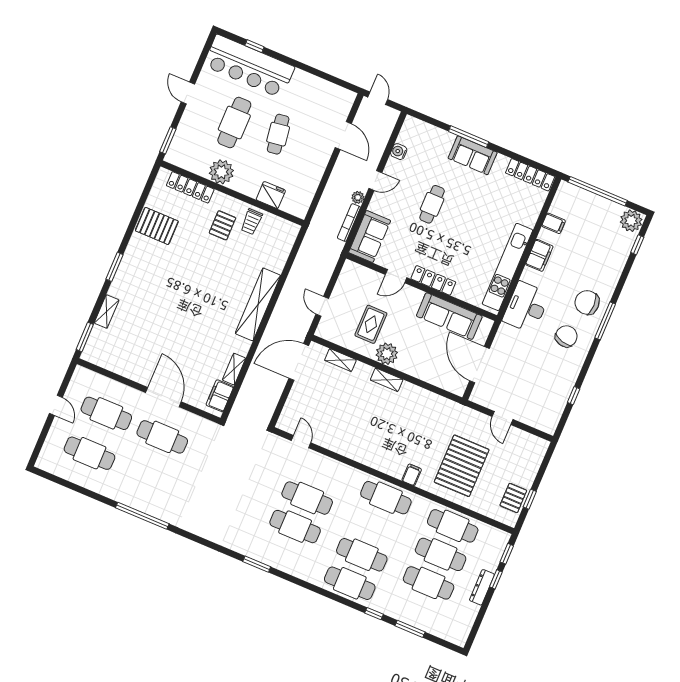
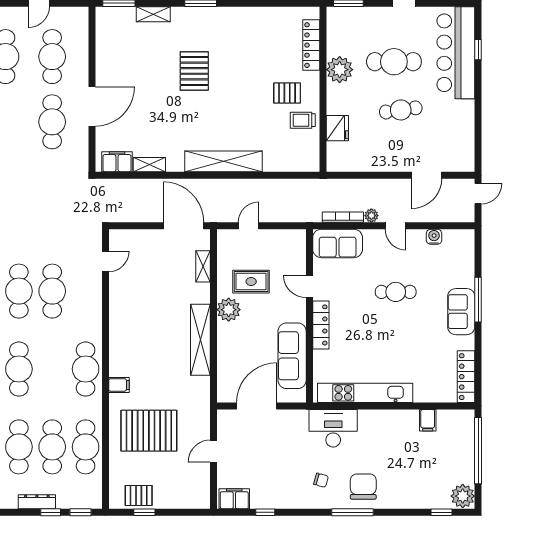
pallet: (157, 226) -> (194, 71), moved
filing cabinet: (539, 255) -> (234, 499), moved, turned 180
chair: (566, 336) -> (321, 480), width x0.54, depth x0.54
shelving: (387, 380) -> (200, 340), width x2.20, depth x1.33

